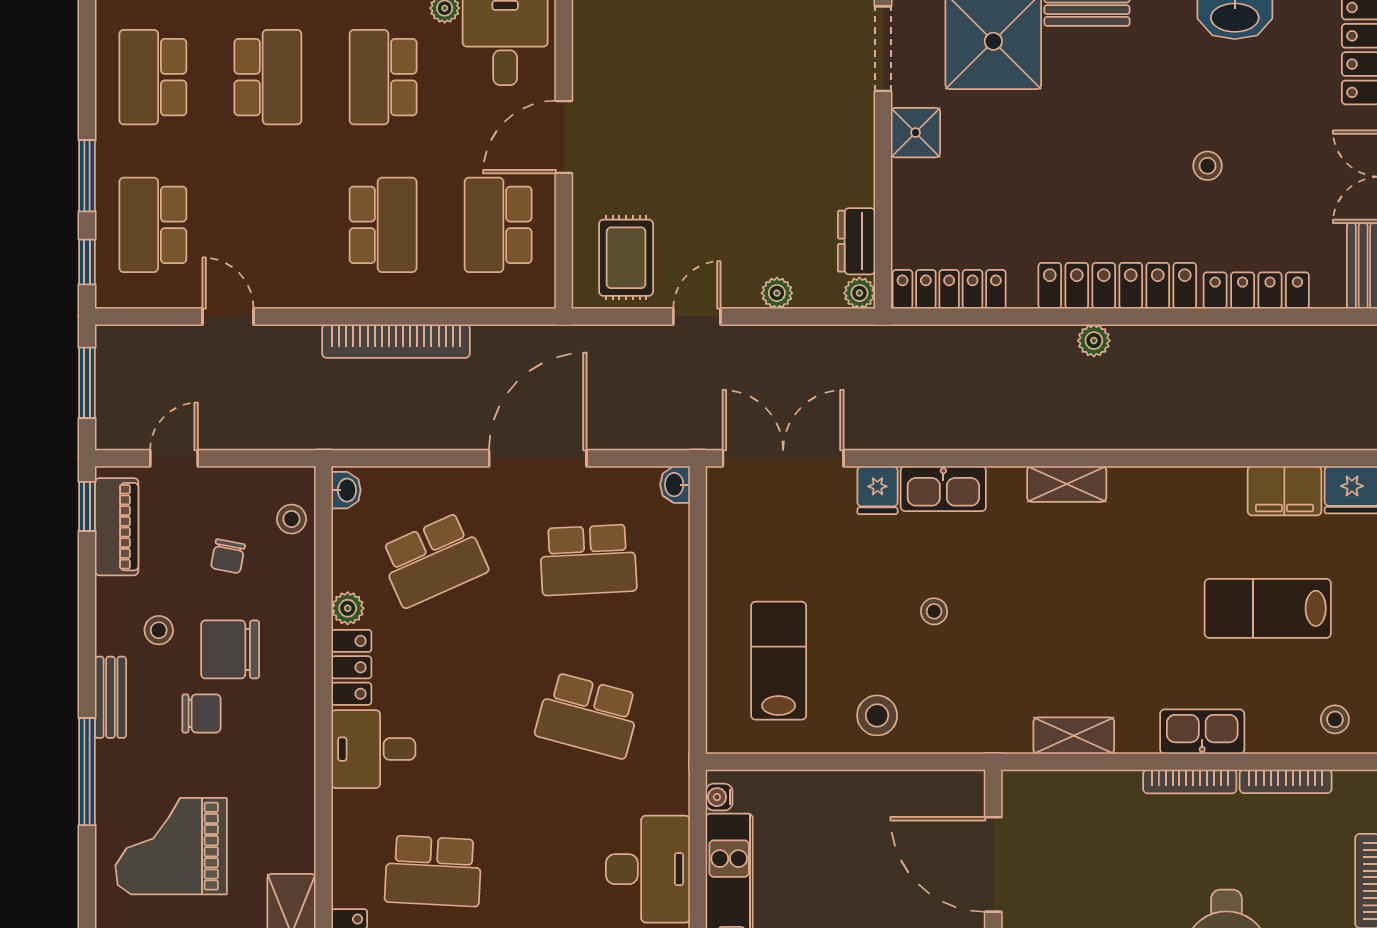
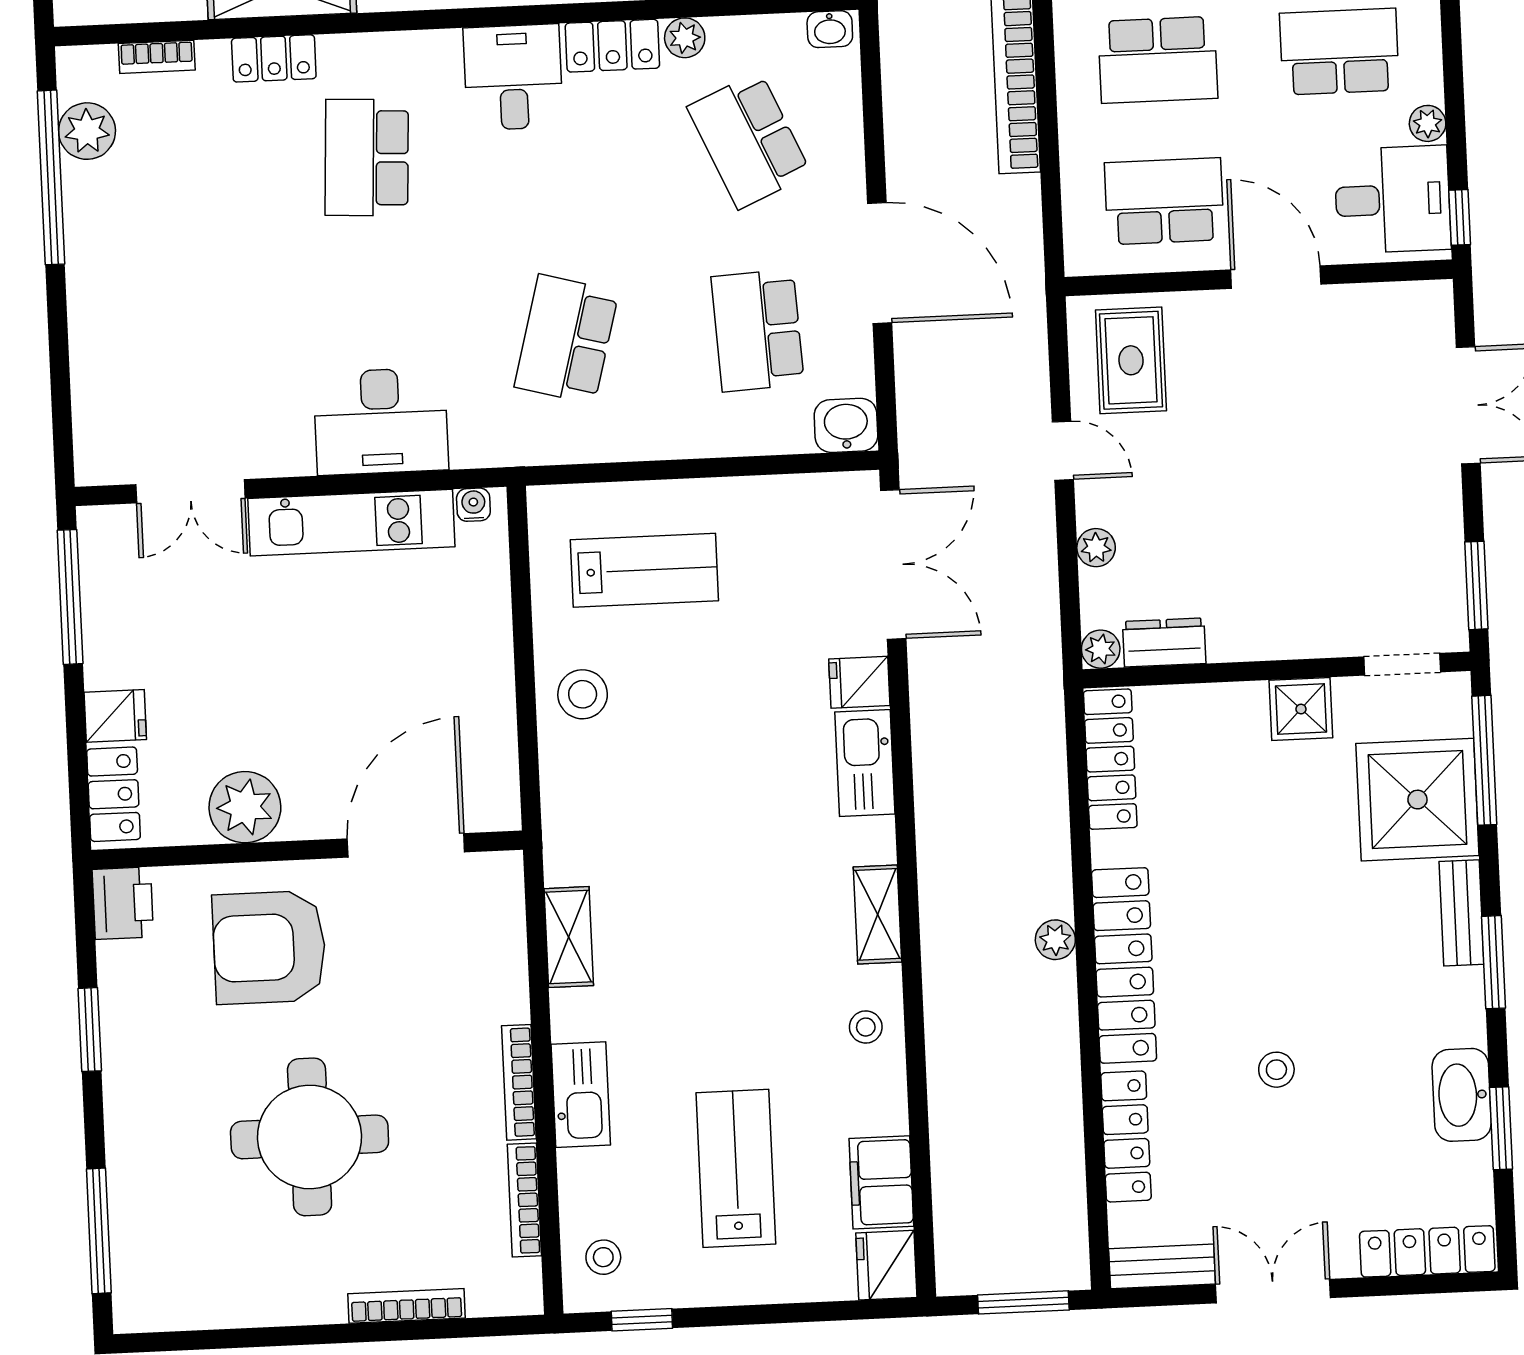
doorway: (883, 49) -> (1402, 664), width x0.73
rug: (626, 258) -> (1131, 360), turned 90
washbasin: (675, 485) -> (846, 425), width x1.38, depth x1.45
stool: (934, 611) -> (866, 1027), moved

